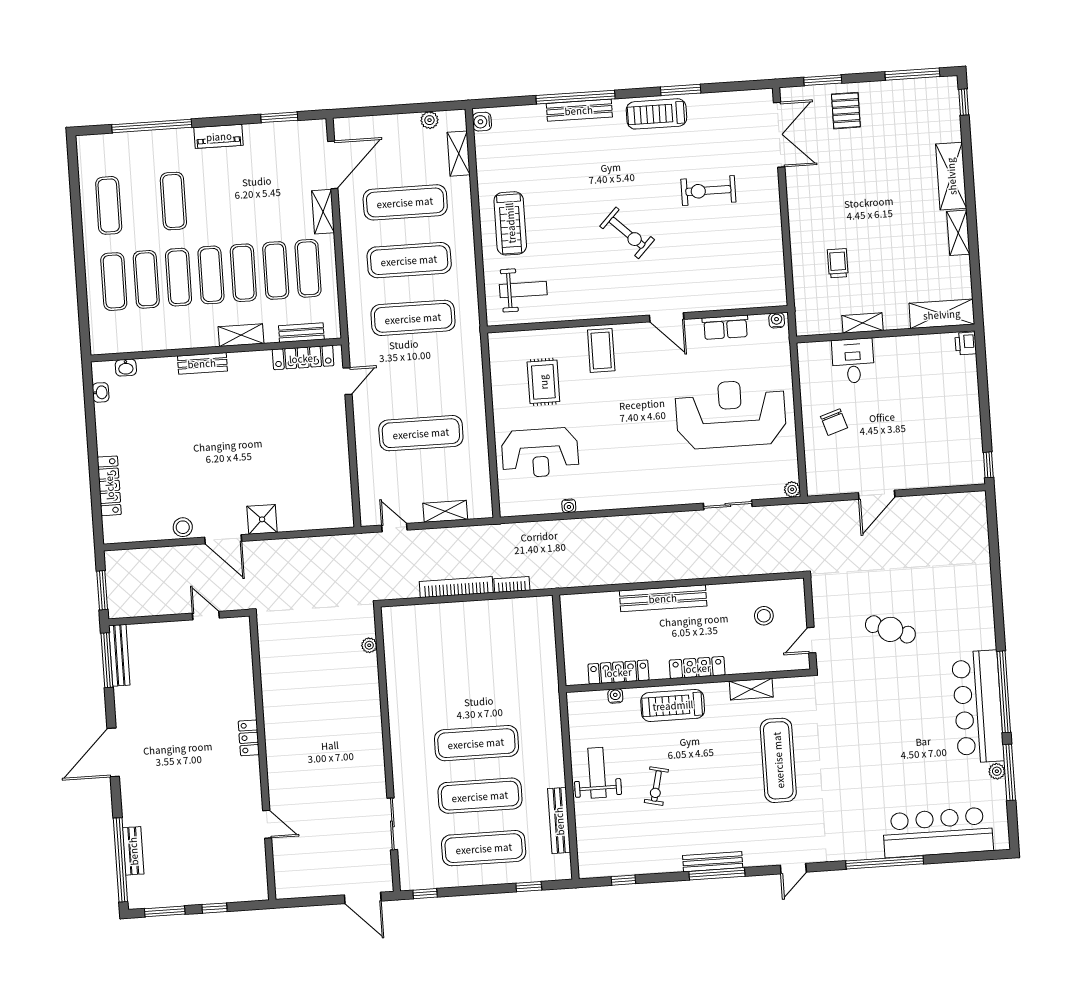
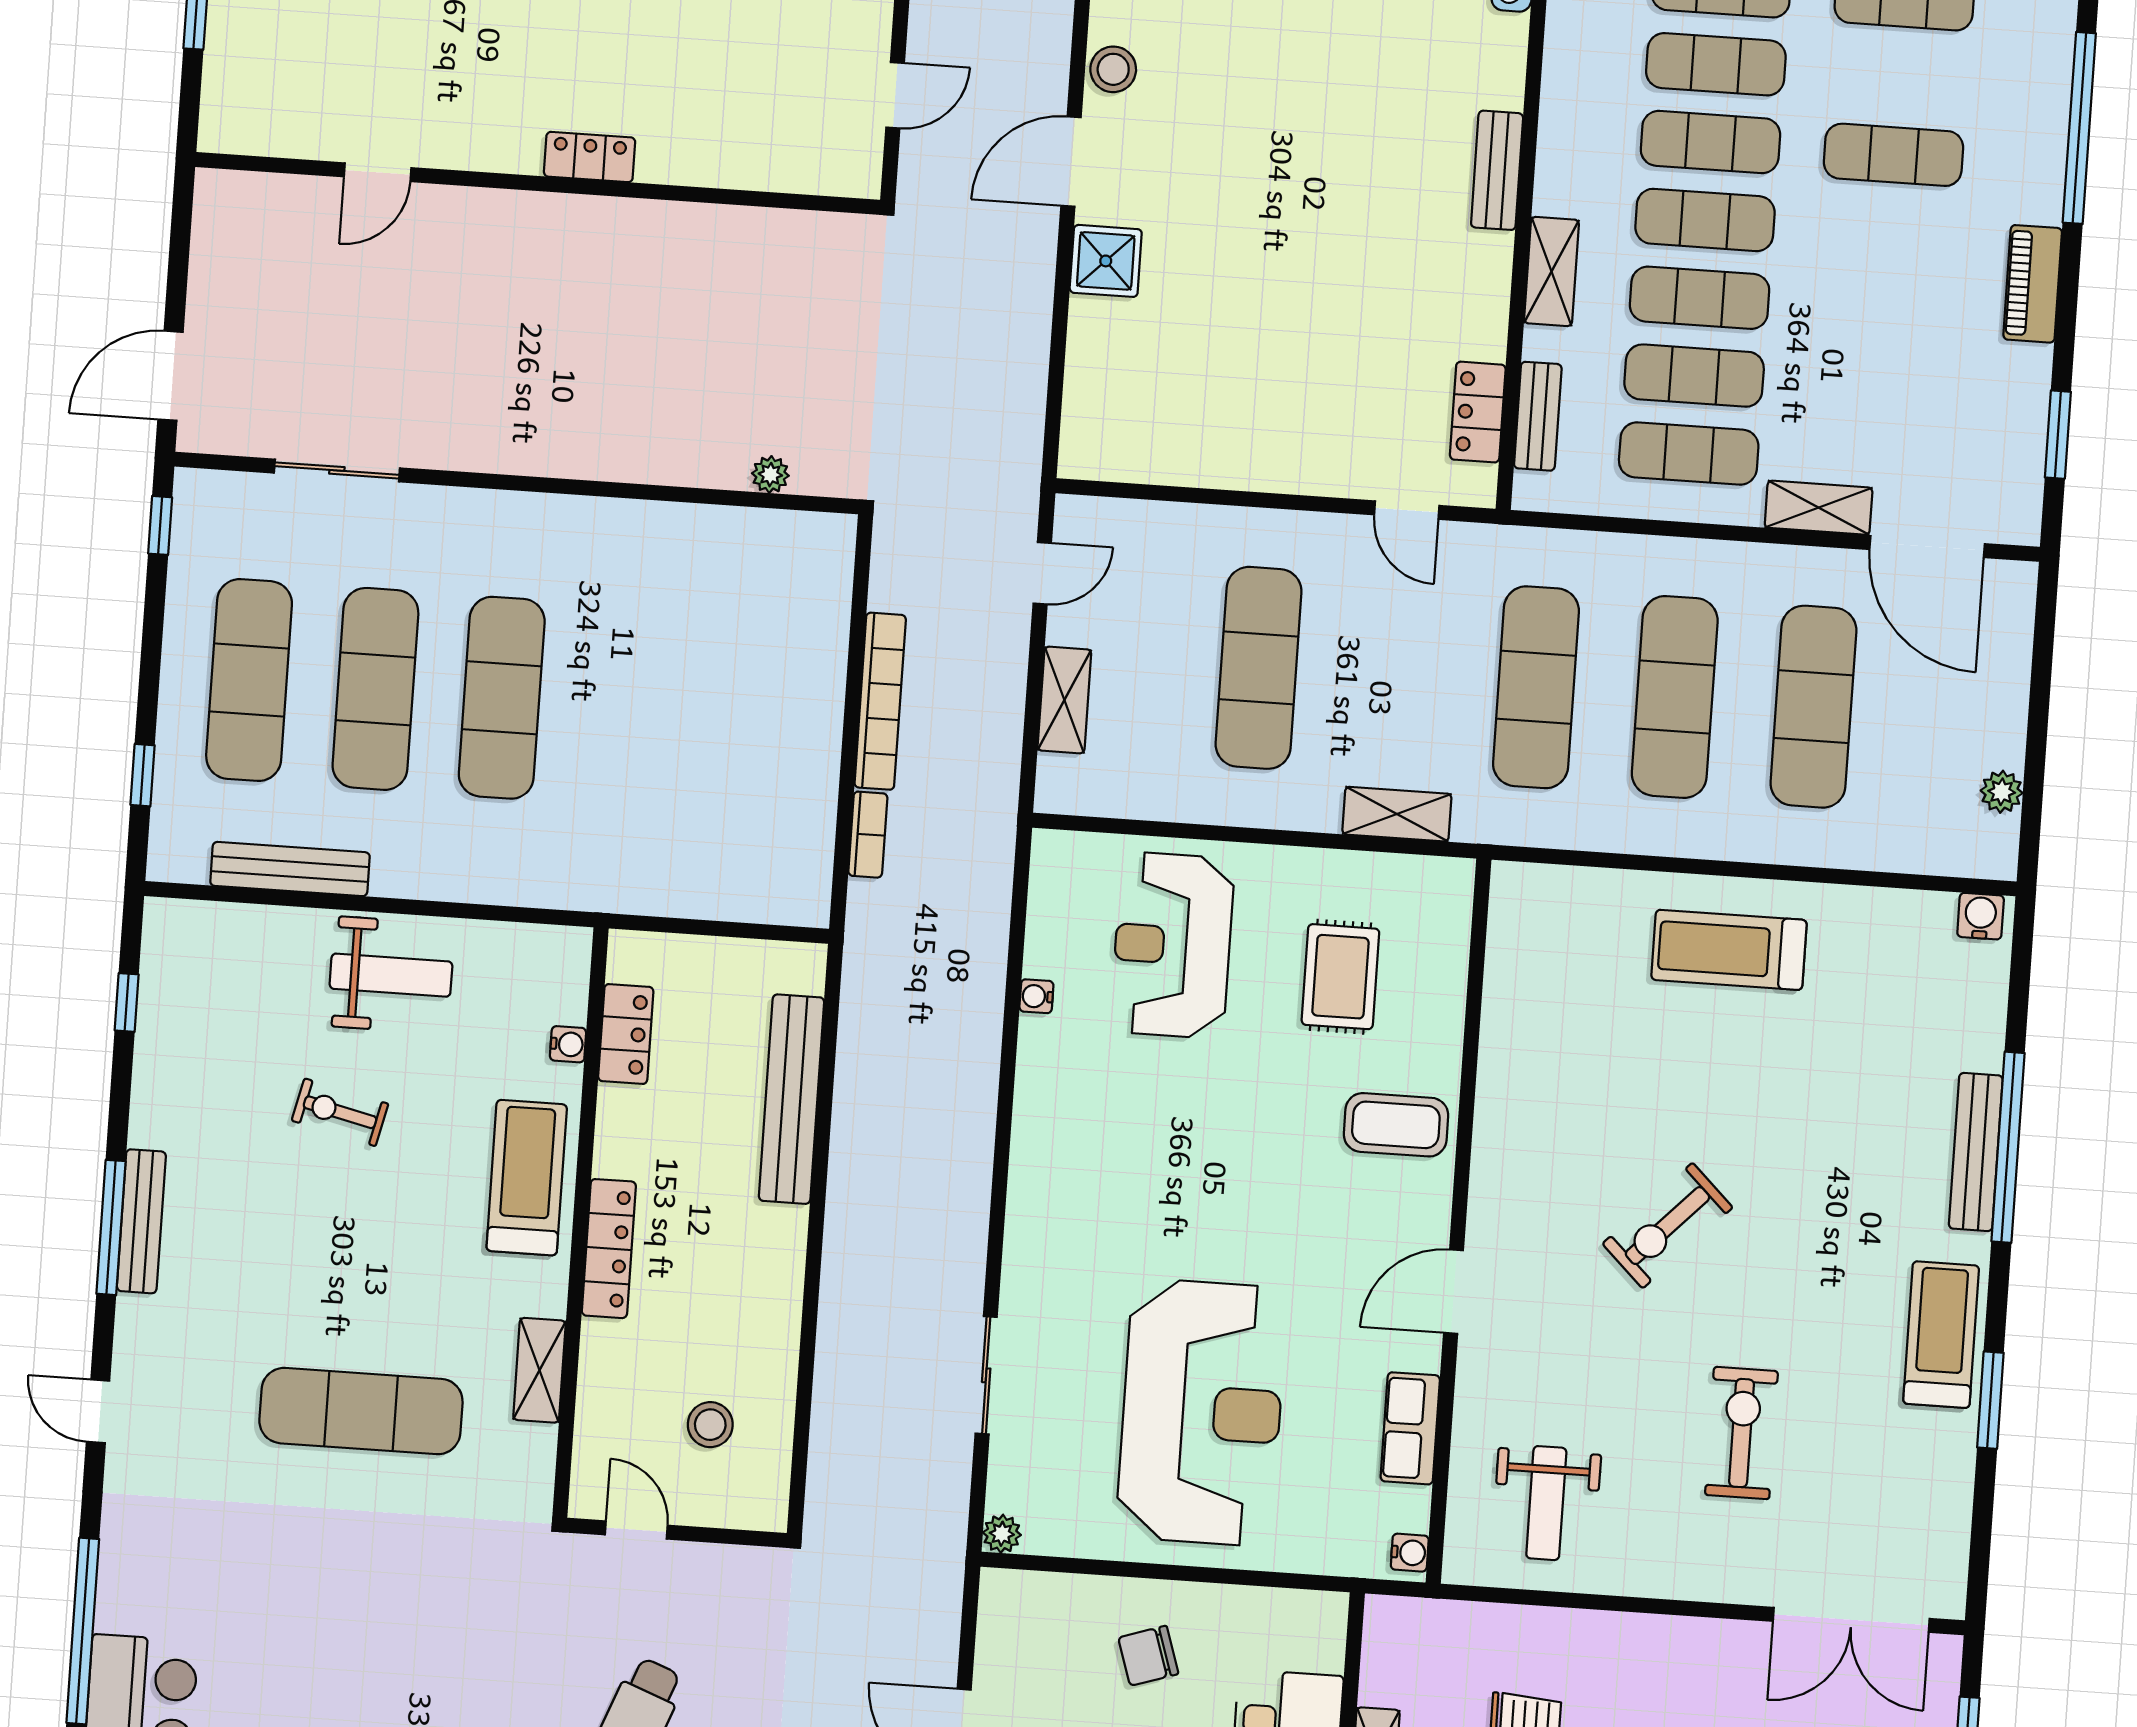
shelving: (459, 154) -> (1397, 814), moved
weight bench: (523, 290) -> (1546, 1503), moved
locker: (303, 358) -> (1478, 412), width x0.66
rug: (543, 382) -> (1340, 977), turned 90
bench: (663, 598) -> (792, 1099), moved
locker: (618, 672) -> (626, 1034), width x0.66

